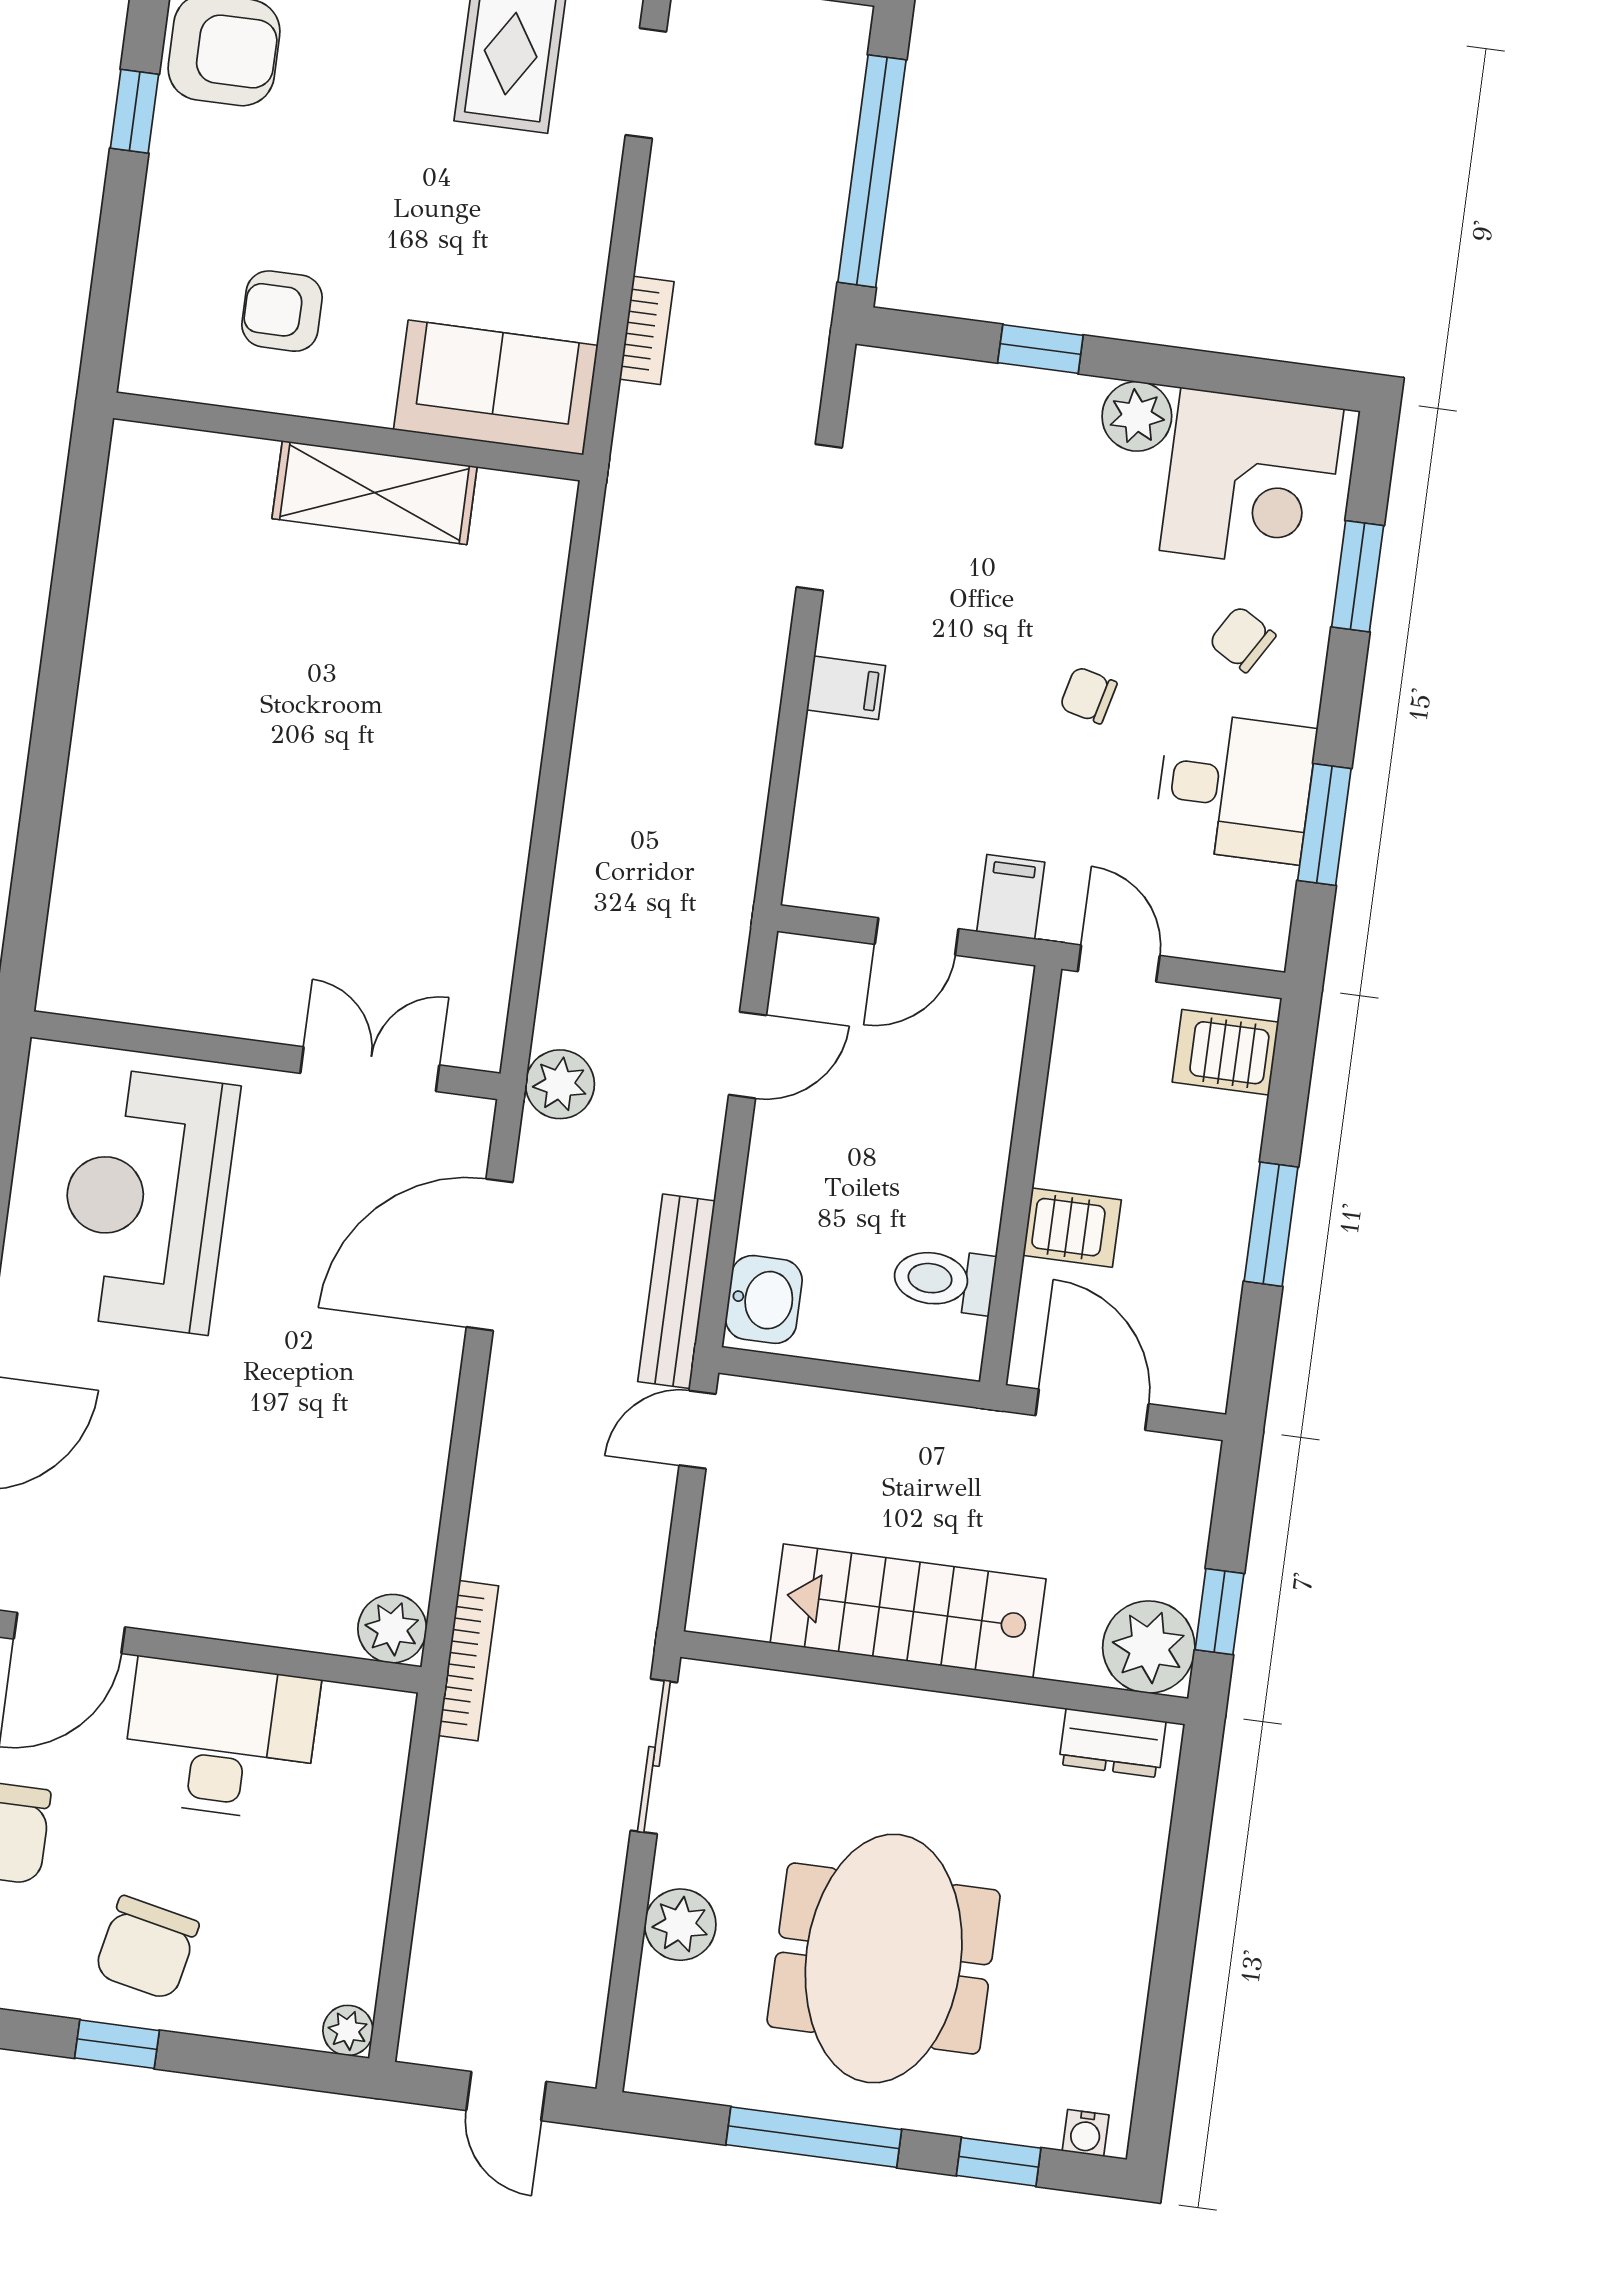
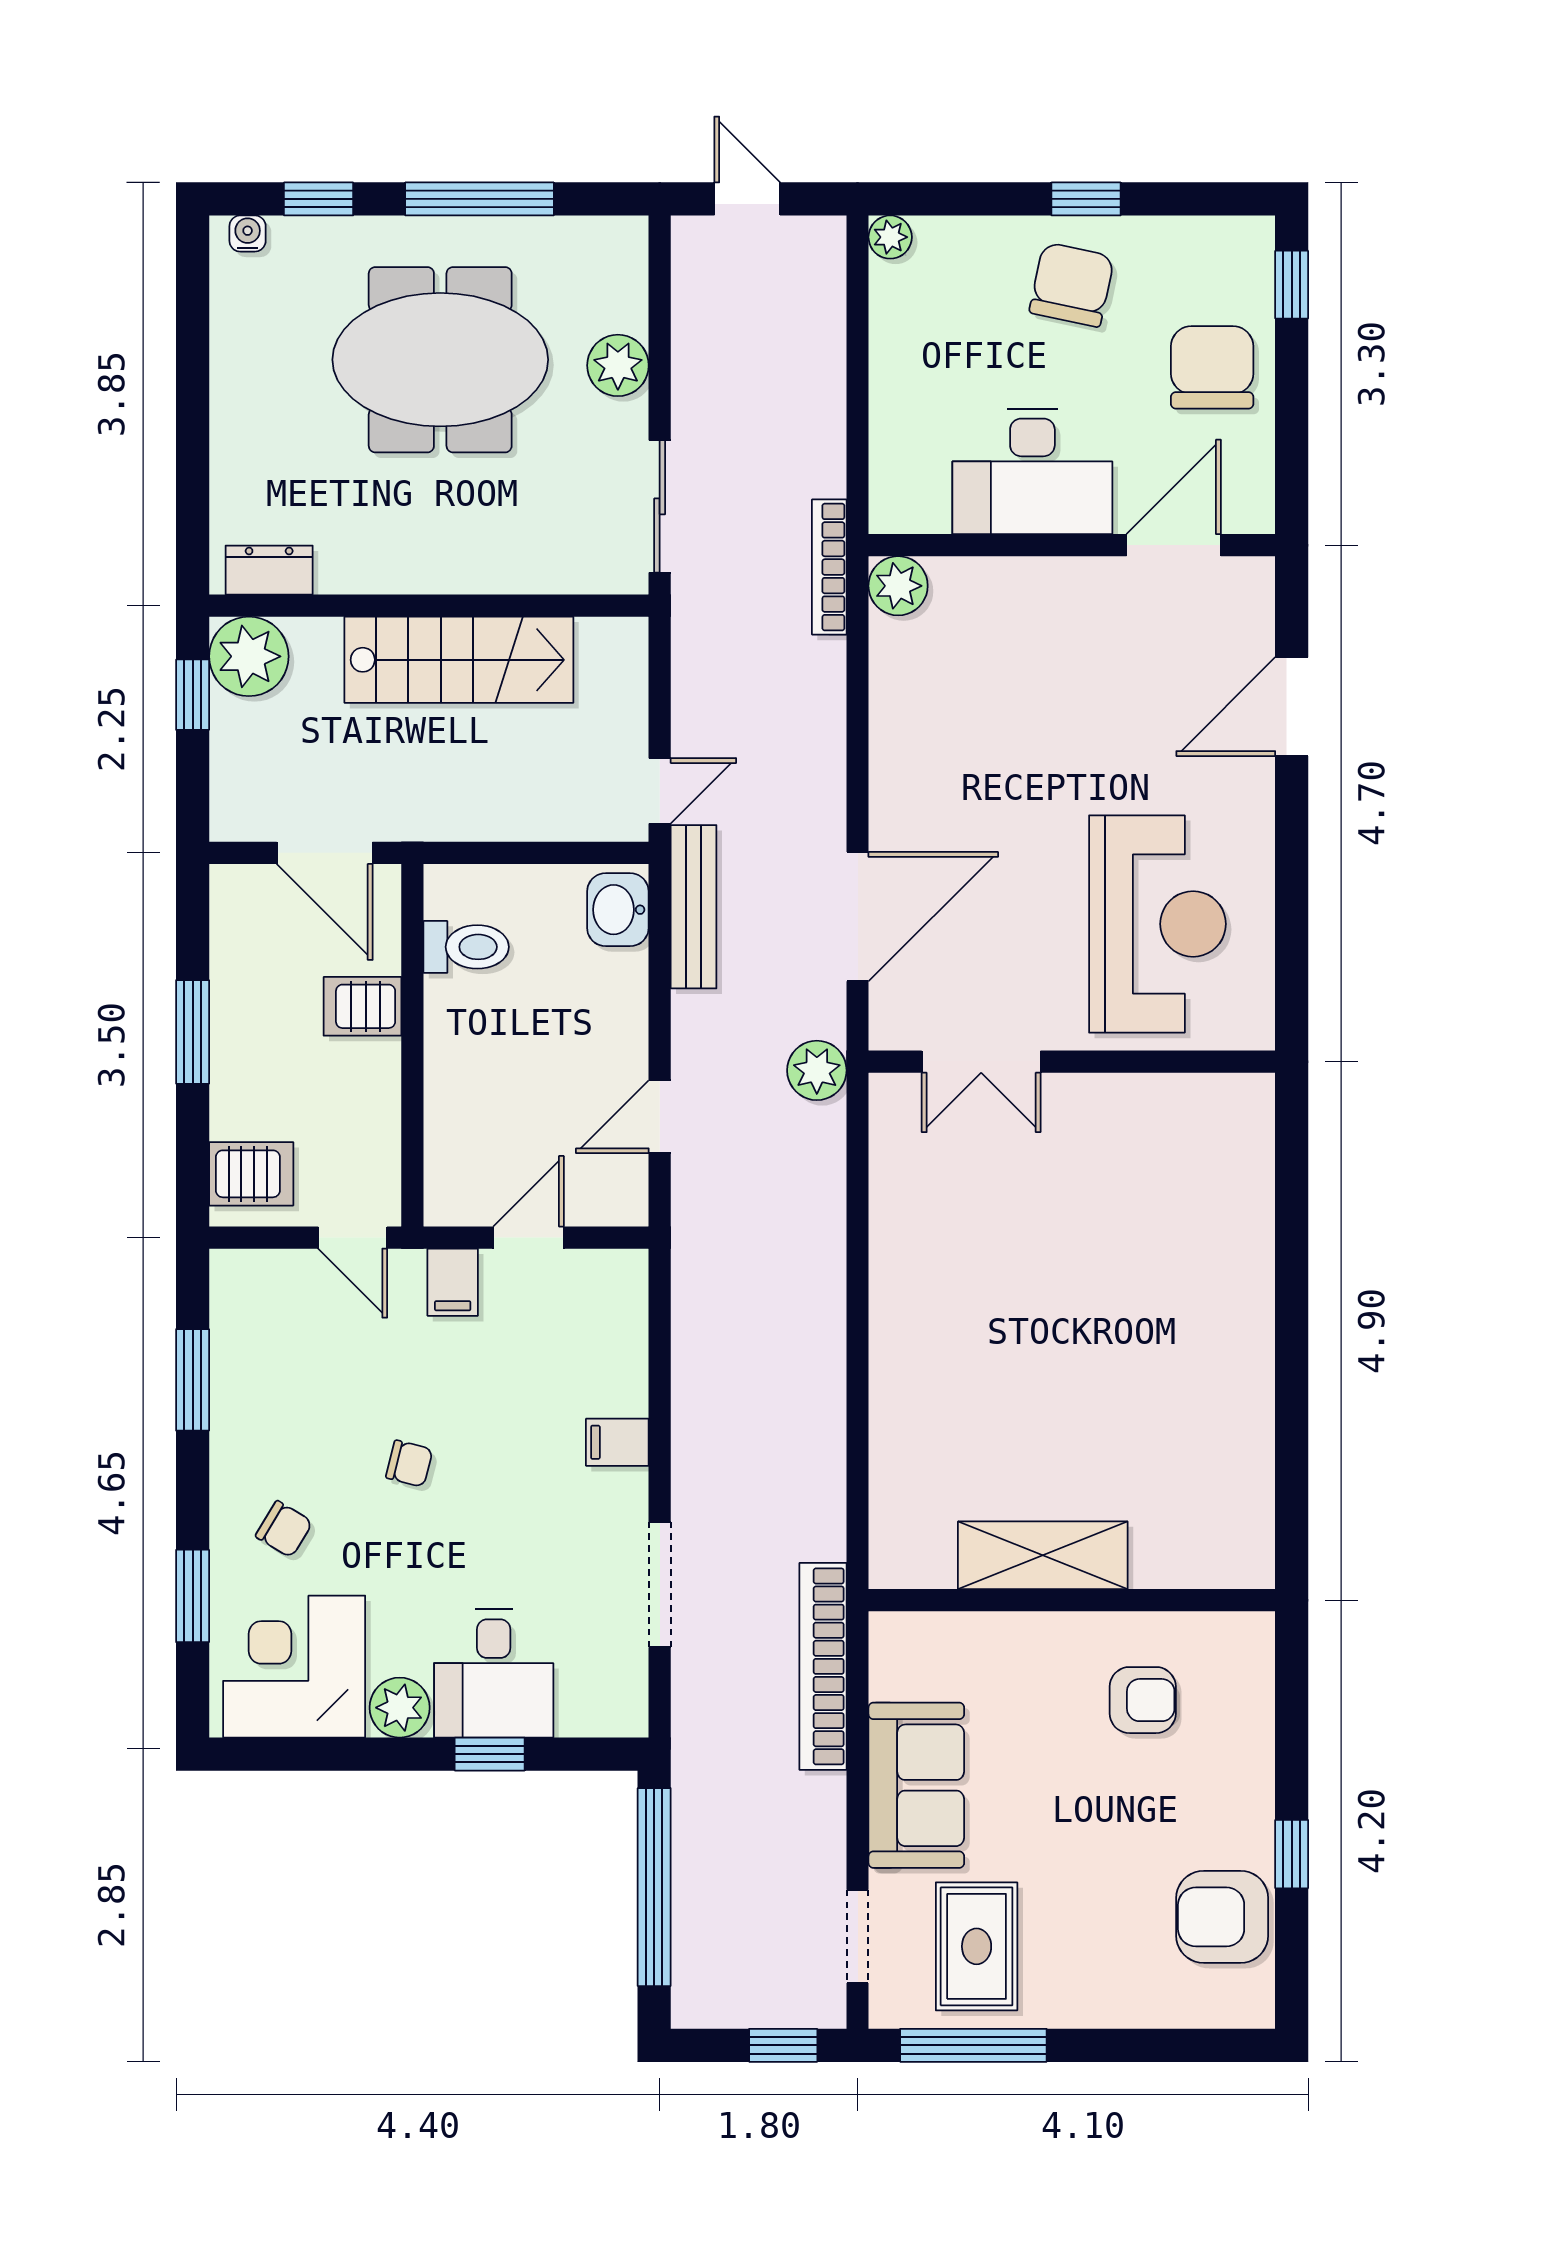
bookcase: (647, 330) -> (823, 1666), width x2.31, depth x1.31
sofa: (496, 388) -> (916, 1785), moved, turned -90
desk: (1235, 787) -> (494, 1673), moved, turned -90
meeting table: (884, 1958) -> (440, 360), turned 90

